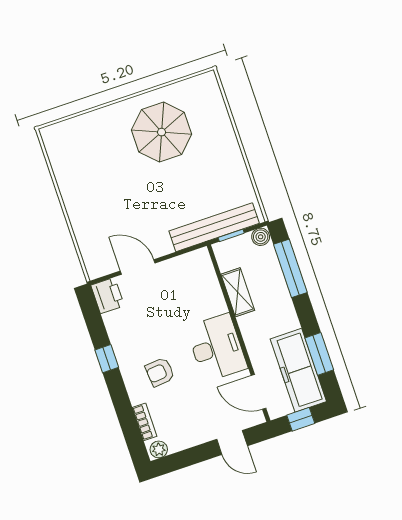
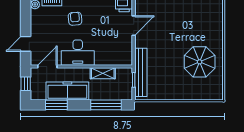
boiler: (261, 237) -> (128, 95), removed
freezer: (298, 370) -> (67, 91), moved

